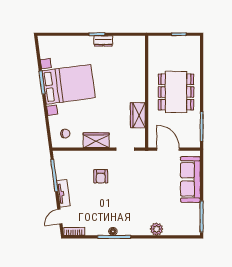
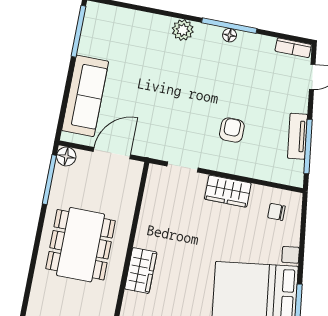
wardrobe: (138, 115) -> (141, 271), moved
floor lamp: (194, 142) -> (66, 156), added
door: (168, 149) -> (112, 153), swing flipped
tv unit: (63, 193) -> (298, 136), moved
plant: (157, 229) -> (183, 30), moved

